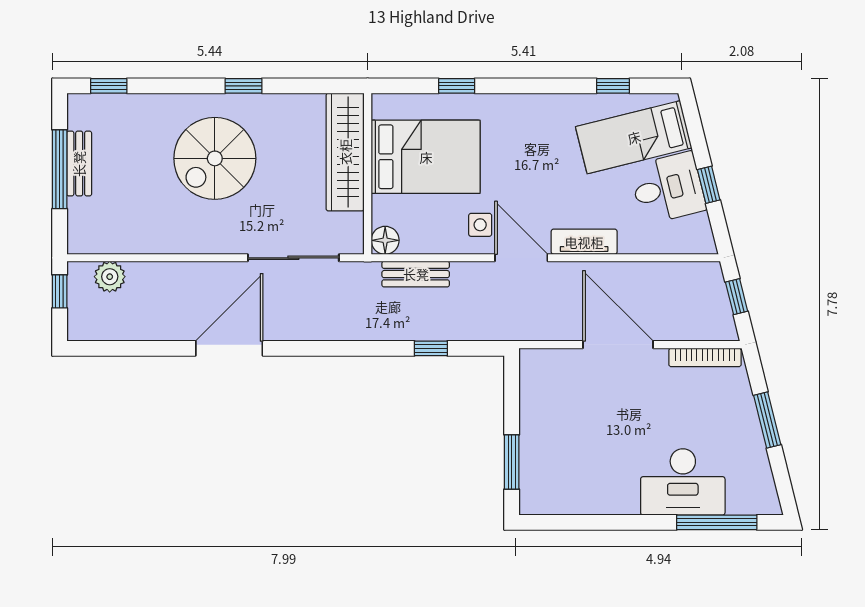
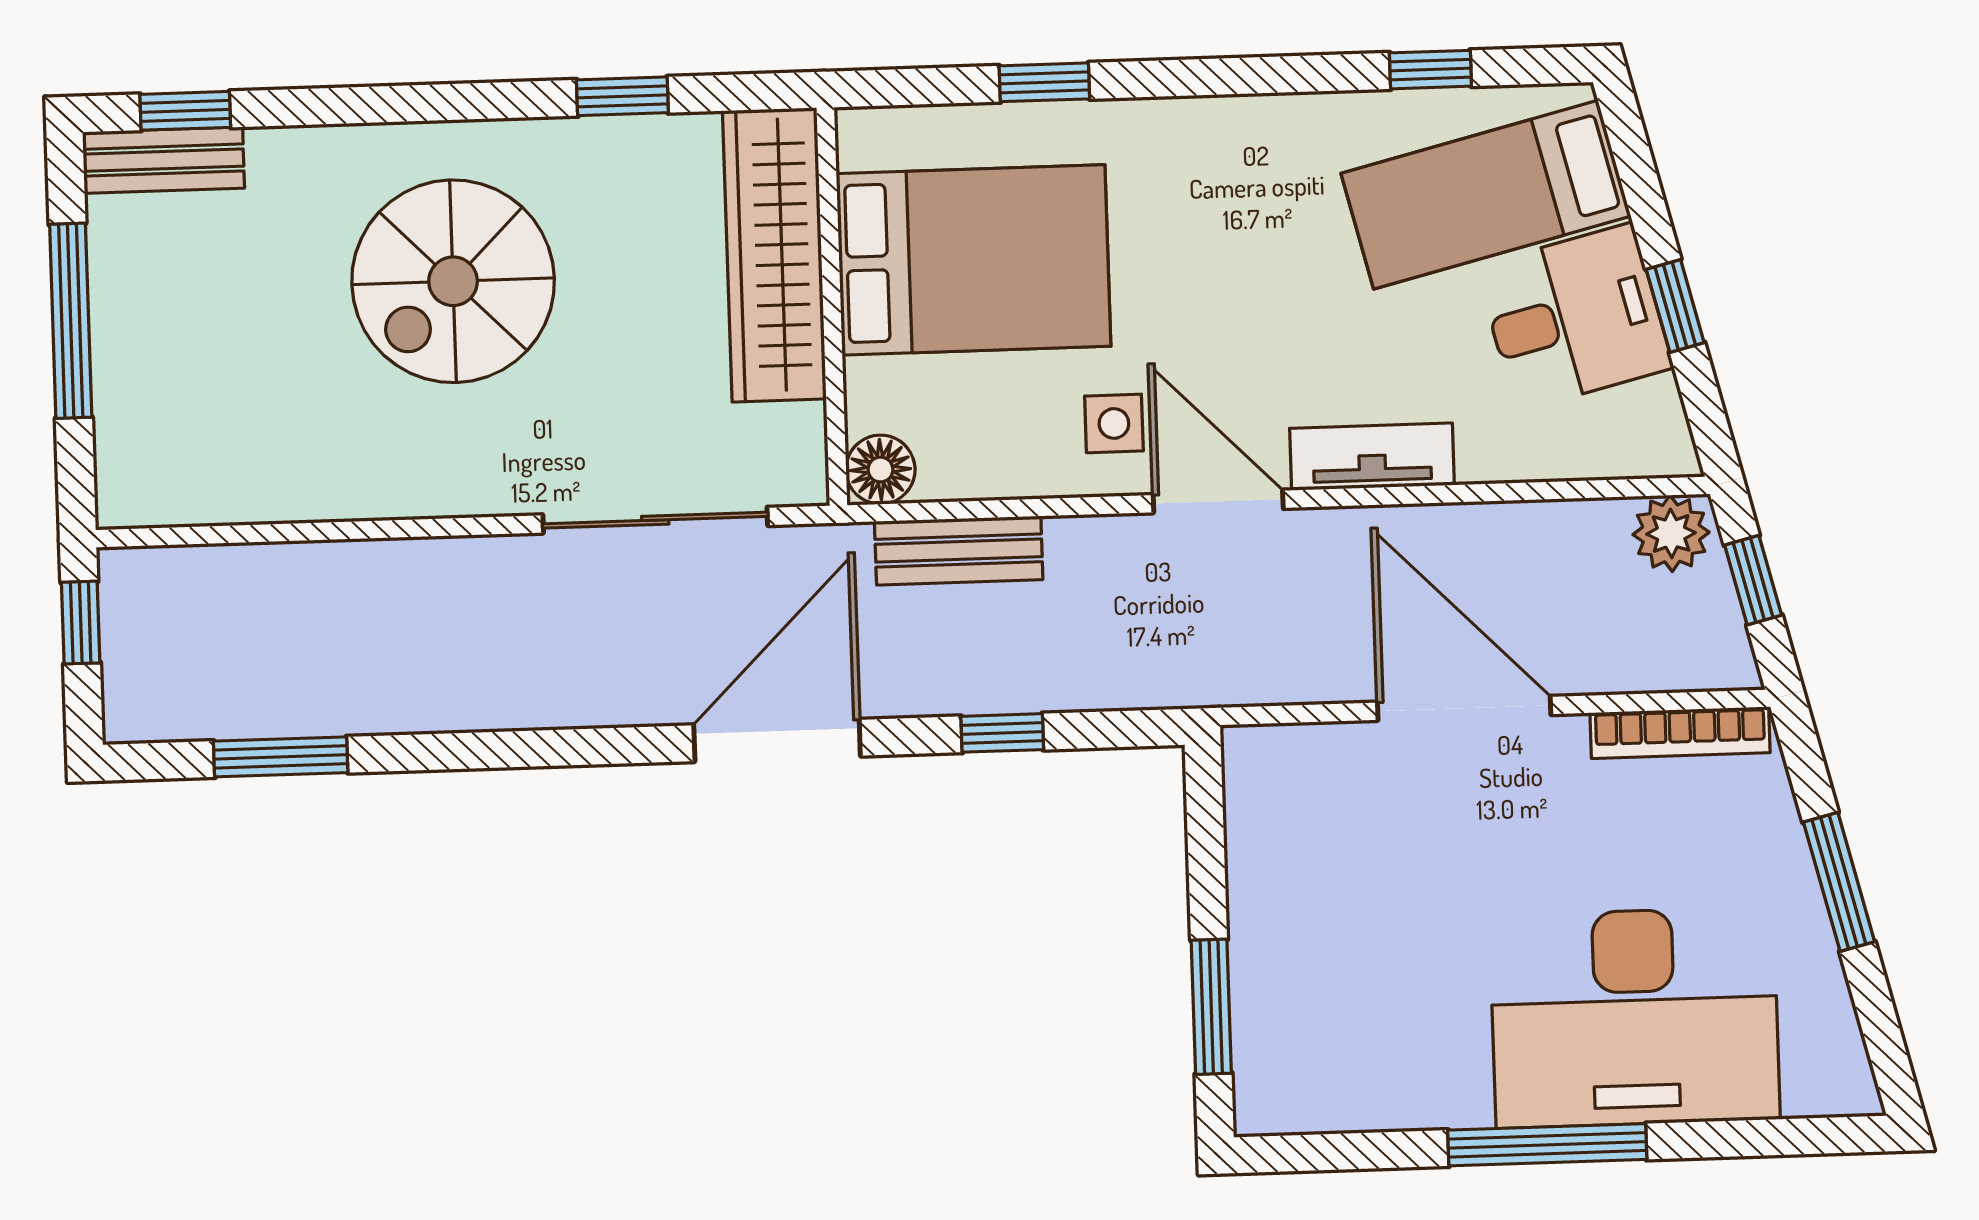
window: (244, 86) -> (622, 96), moved
bench: (79, 164) -> (163, 160), moved, turned 90
plant: (110, 277) -> (1671, 533), moved
window: (139, 348) -> (281, 757), added
door: (229, 348) -> (777, 740), moved
desk: (683, 482) -> (1635, 1017), width x1.36, depth x1.30
window: (717, 522) -> (1547, 1145), moved

